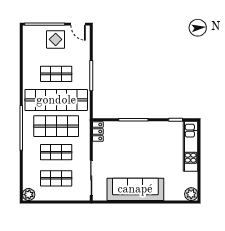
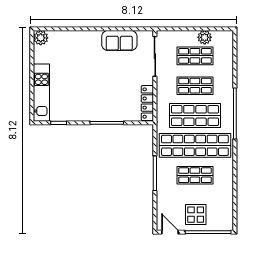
locker: (98, 132) -> (147, 103), width x1.53
sofa: (135, 189) -> (119, 41), width x0.54, depth x0.79
plant: (29, 195) -> (205, 37), moved

